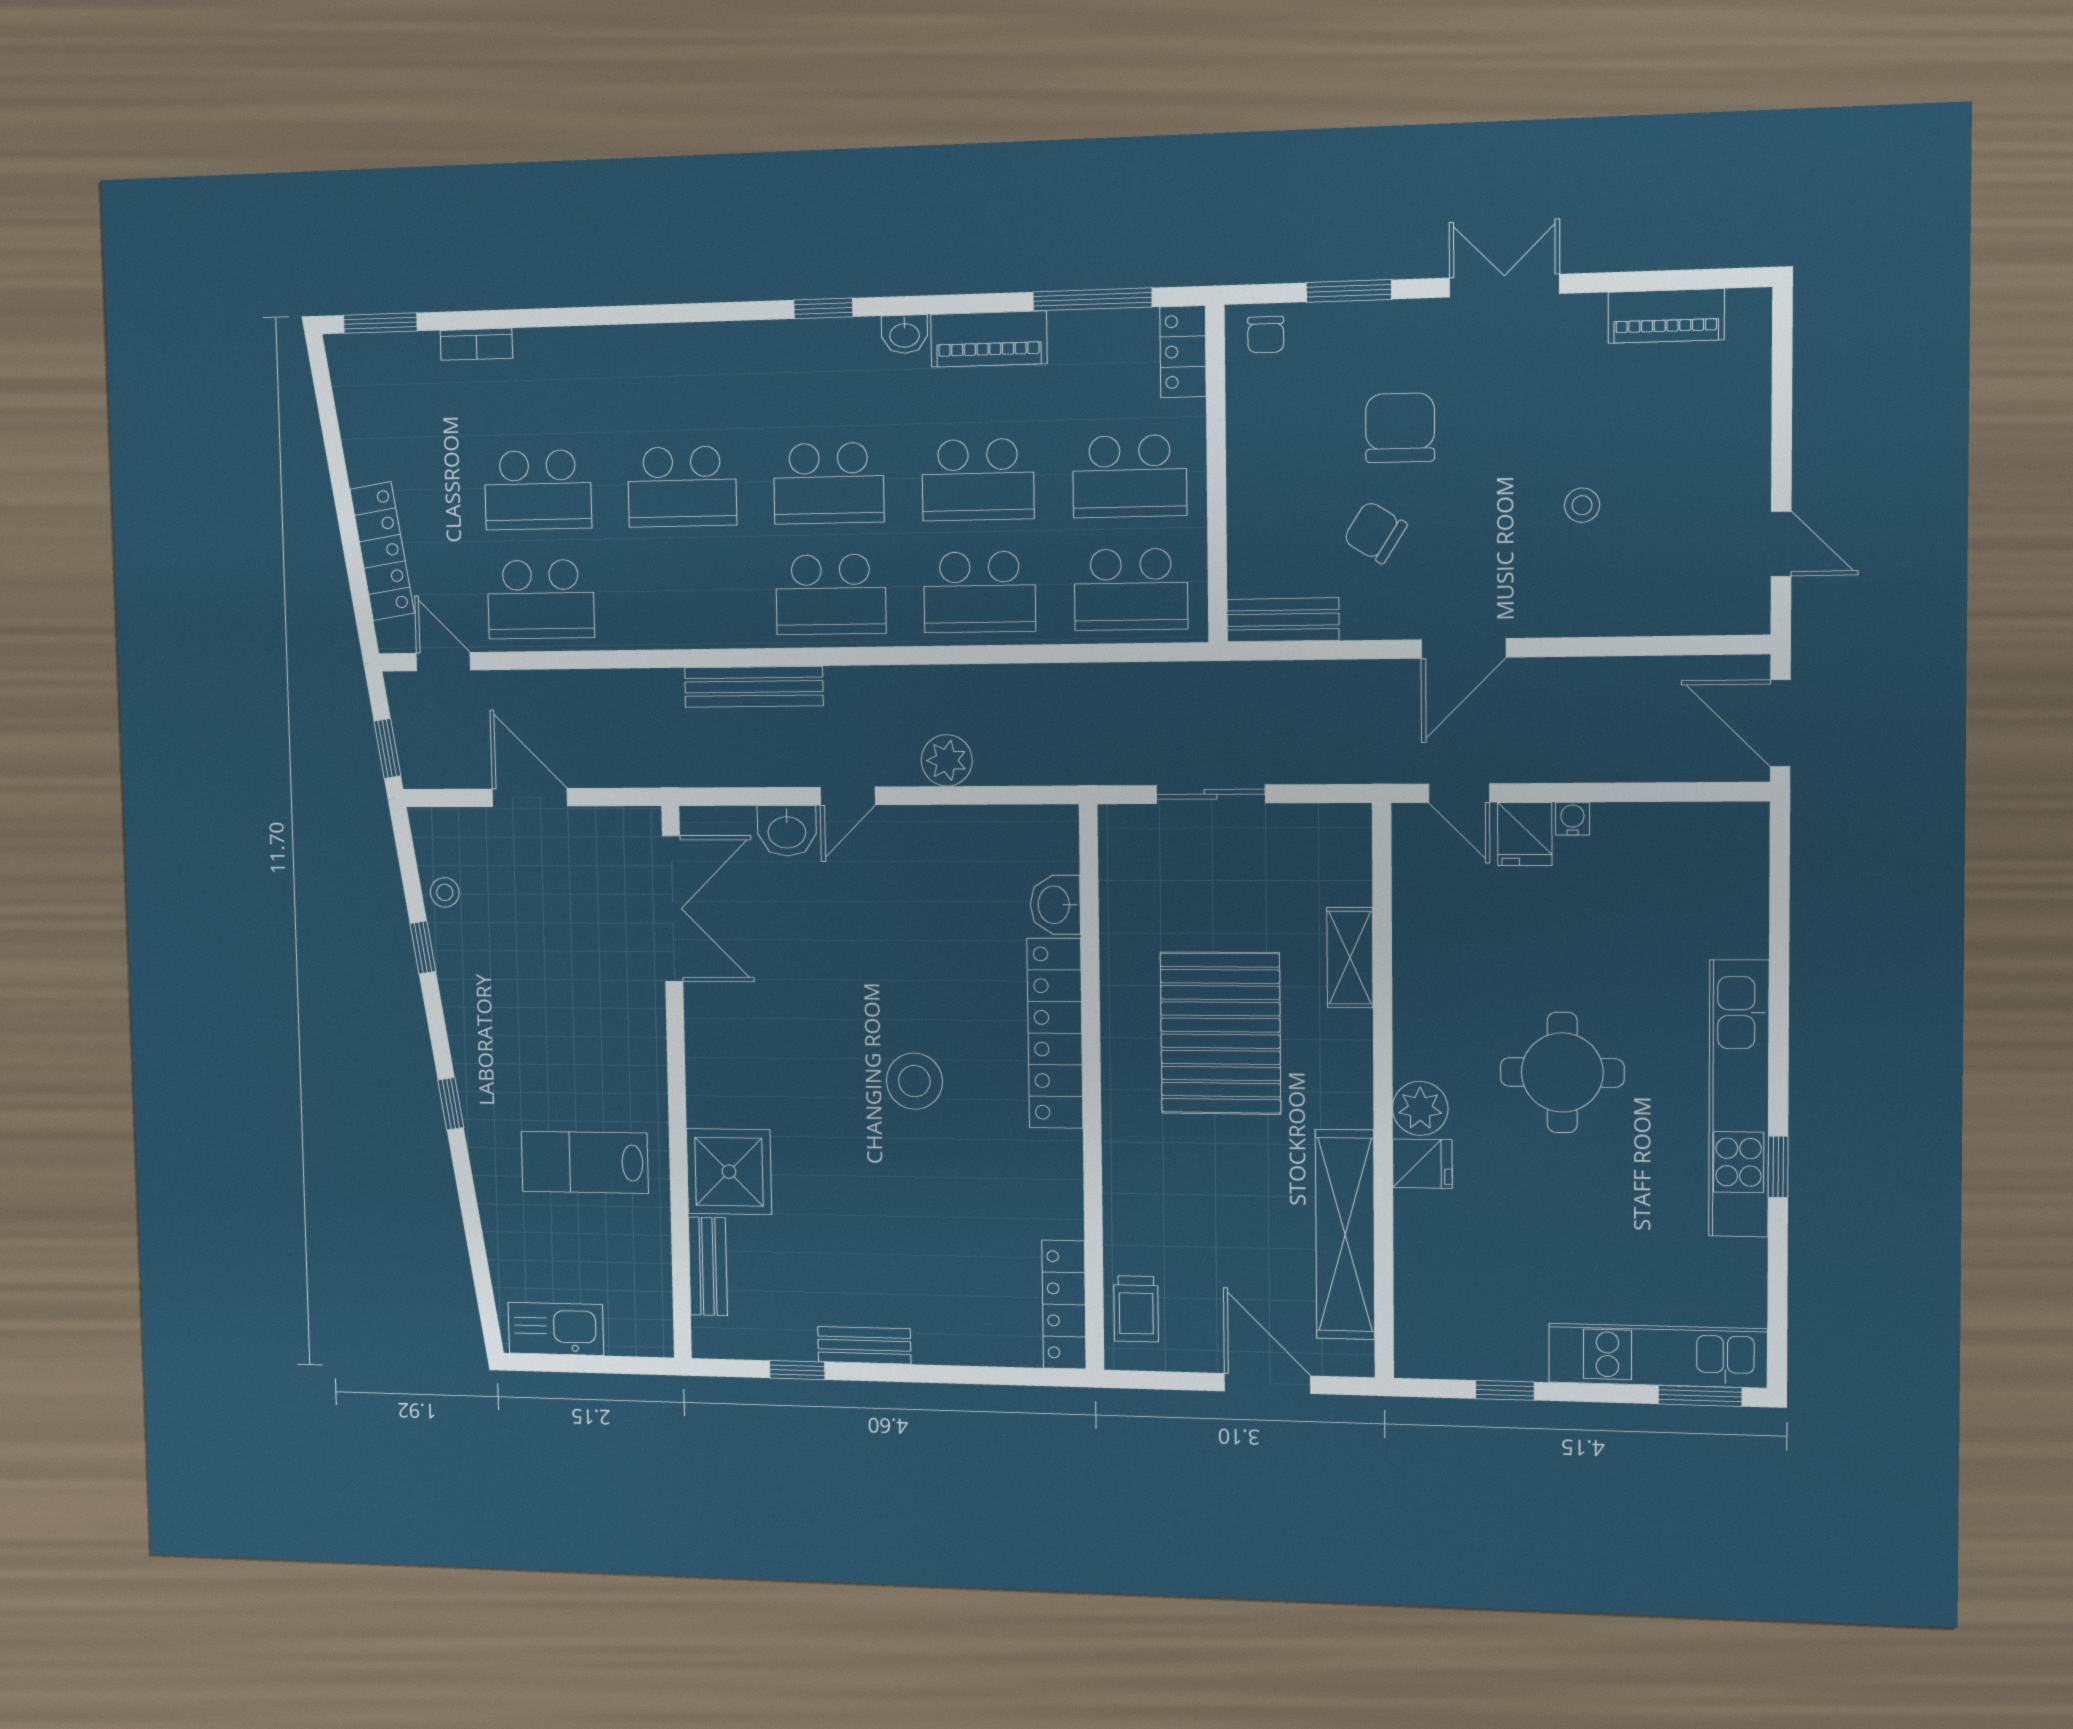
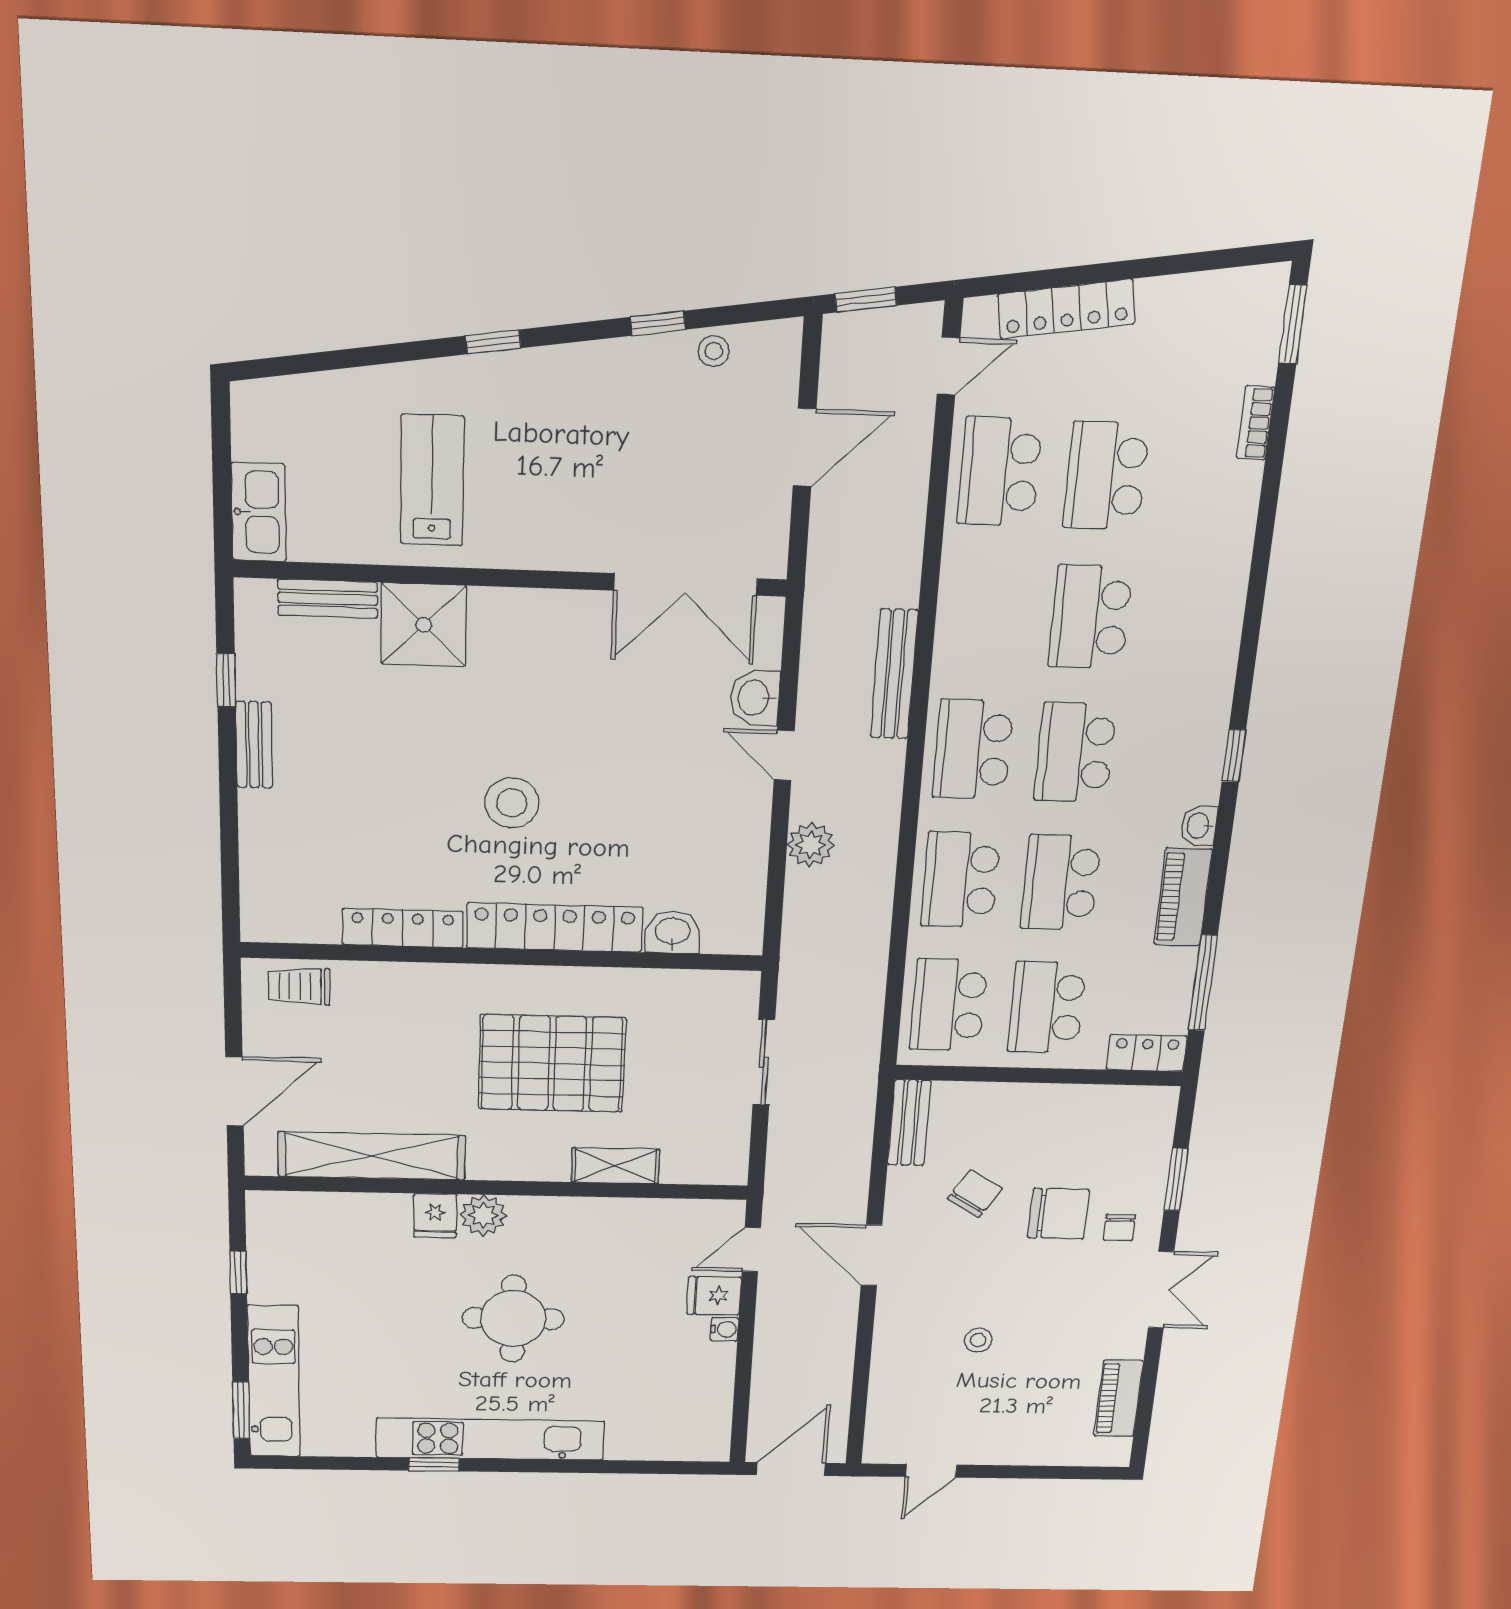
chair: (1266, 335) -> (1119, 1228), moved, turned -90
locker: (1064, 1305) -> (403, 928), moved
kitchen sink: (556, 1329) -> (259, 512), moved

